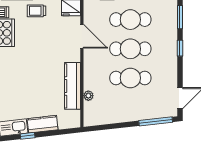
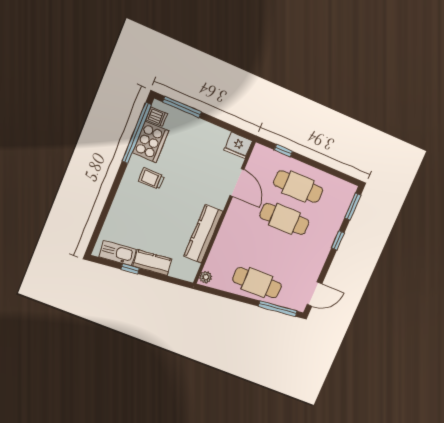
trolley: (36, 11) -> (151, 179), moved
cafe table: (130, 78) -> (257, 283), moved
plant: (88, 96) -> (206, 277), moved

